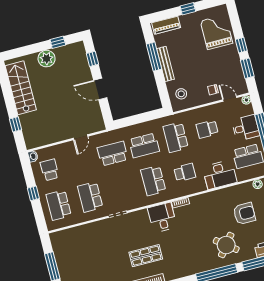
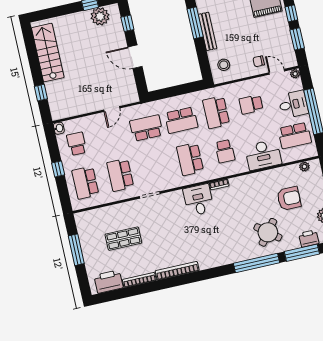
plant: (47, 59) -> (100, 16), moved
school desk: (185, 172) -> (225, 151), turned 90
shop shelf: (146, 256) -> (123, 239), moved

